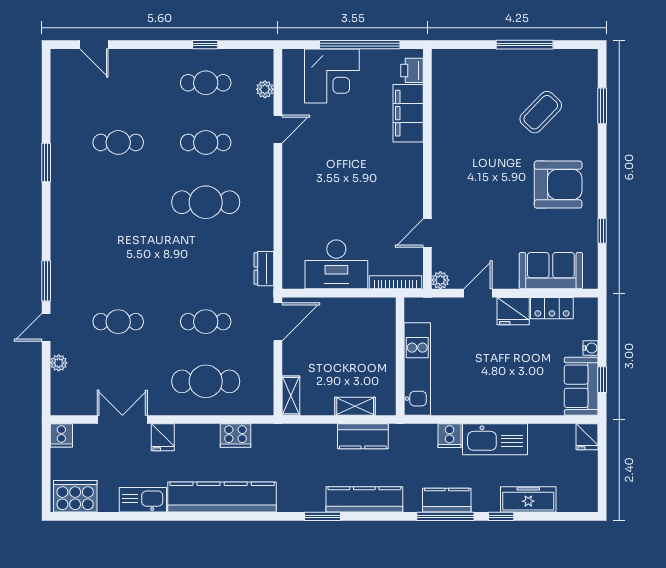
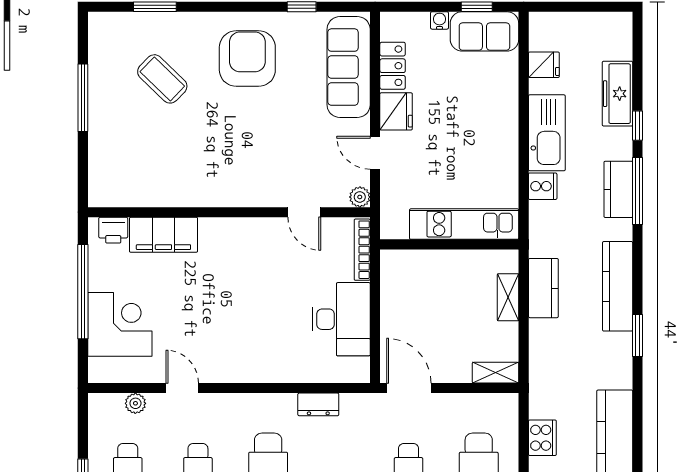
dresser: (264, 269) -> (318, 404), moved
sofa: (551, 271) -> (349, 67), width x1.36
fridge: (587, 437) -> (544, 65), moved

